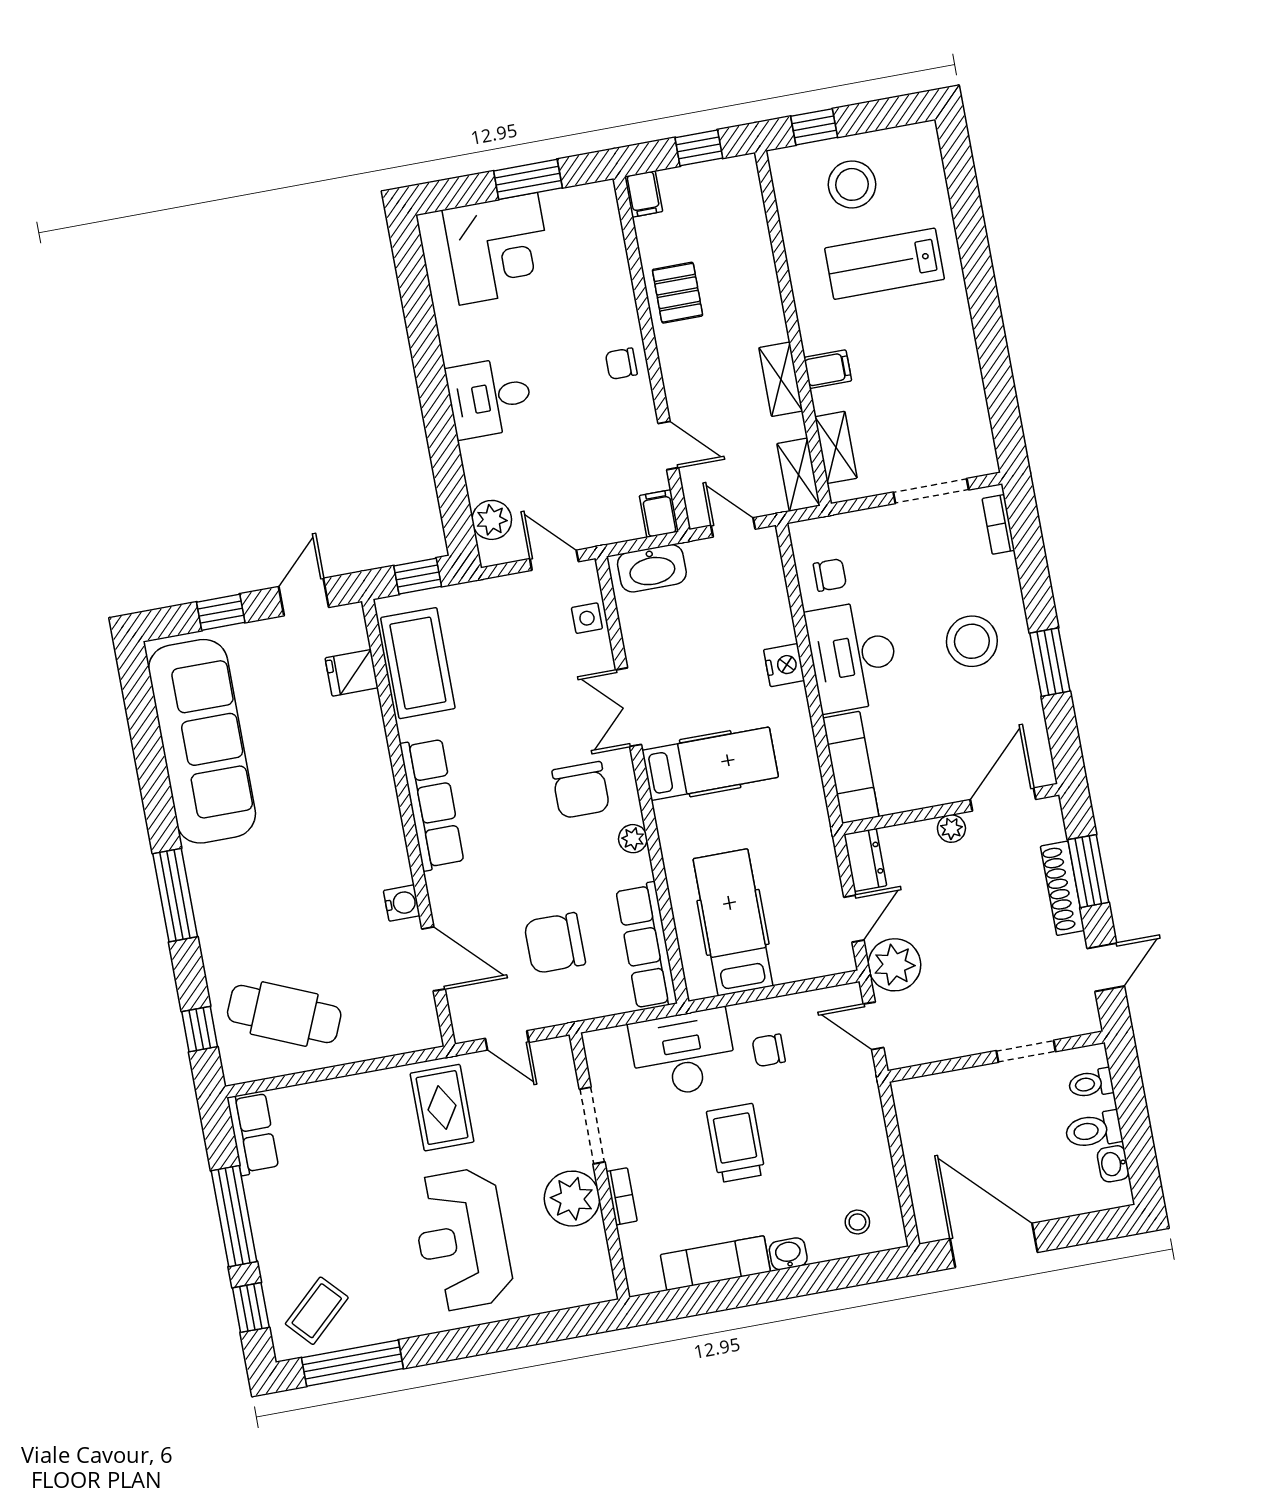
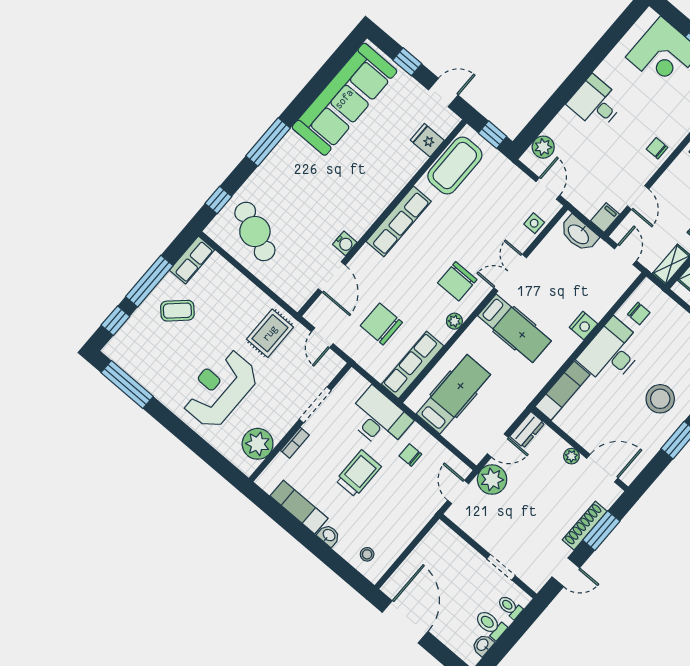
plant: (572, 1199) -> (258, 444), moved
coffee table: (317, 1311) -> (177, 311), moved

